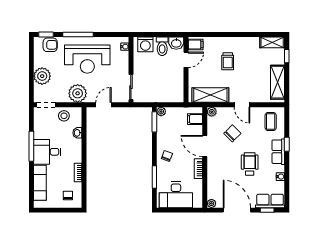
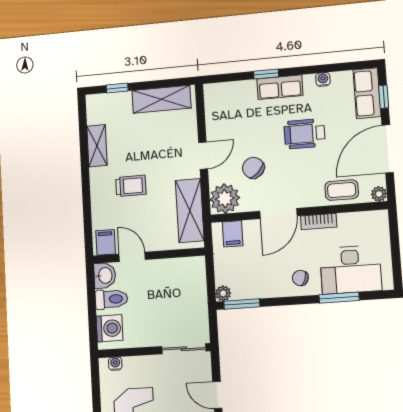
shelving: (272, 42) -> (97, 146), moved
plant: (212, 112) -> (225, 199), width x1.88, depth x1.88
coffee table: (271, 121) -> (342, 190), moved
desk: (176, 195) -> (351, 270), moved, turned 90

